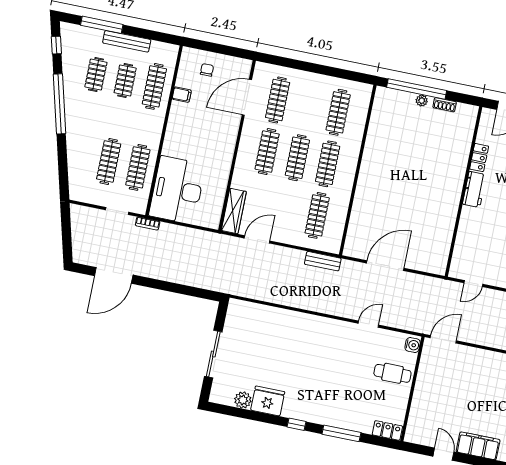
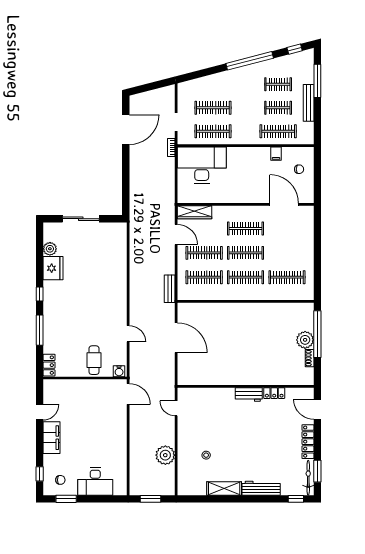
clothes rail: (278, 100) -> (204, 253), moved
plant: (422, 101) -> (305, 340), width x1.88, depth x1.88
door: (114, 275) -> (126, 130), swing flipped

